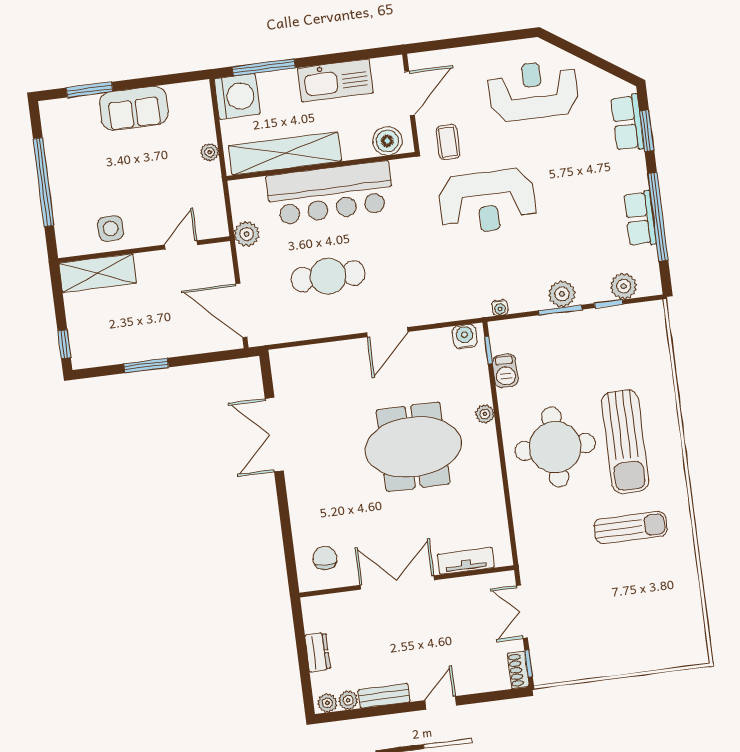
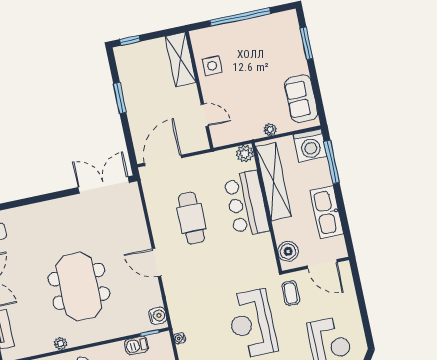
sofa: (134, 108) -> (301, 99), moved
coffee table: (448, 142) -> (291, 293), turned 90
bar counter: (330, 193) -> (246, 204), width x0.73
plant: (247, 234) -> (245, 154), moved
plant: (485, 414) -> (60, 344), moved
double door: (274, 435) -> (104, 185), moved

